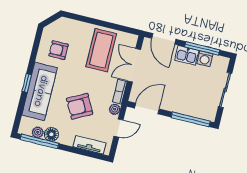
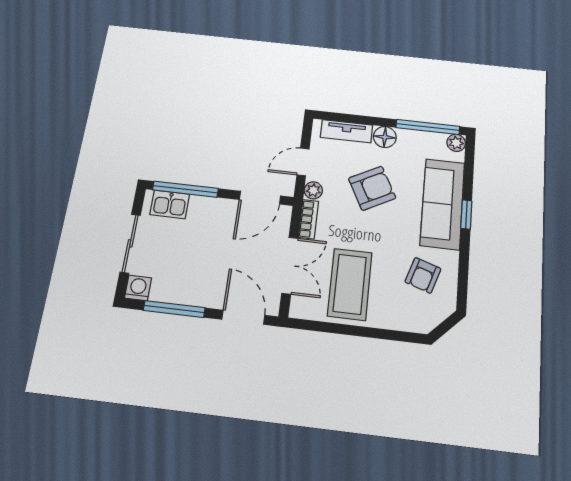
armchair: (59, 50) -> (423, 275), turned 108
kitchen sink: (187, 55) -> (170, 204), moved, turned 180
washing machine: (205, 59) -> (138, 288), moved
plant: (38, 132) -> (456, 143), moved
floor lamp: (51, 134) -> (385, 137), moved

